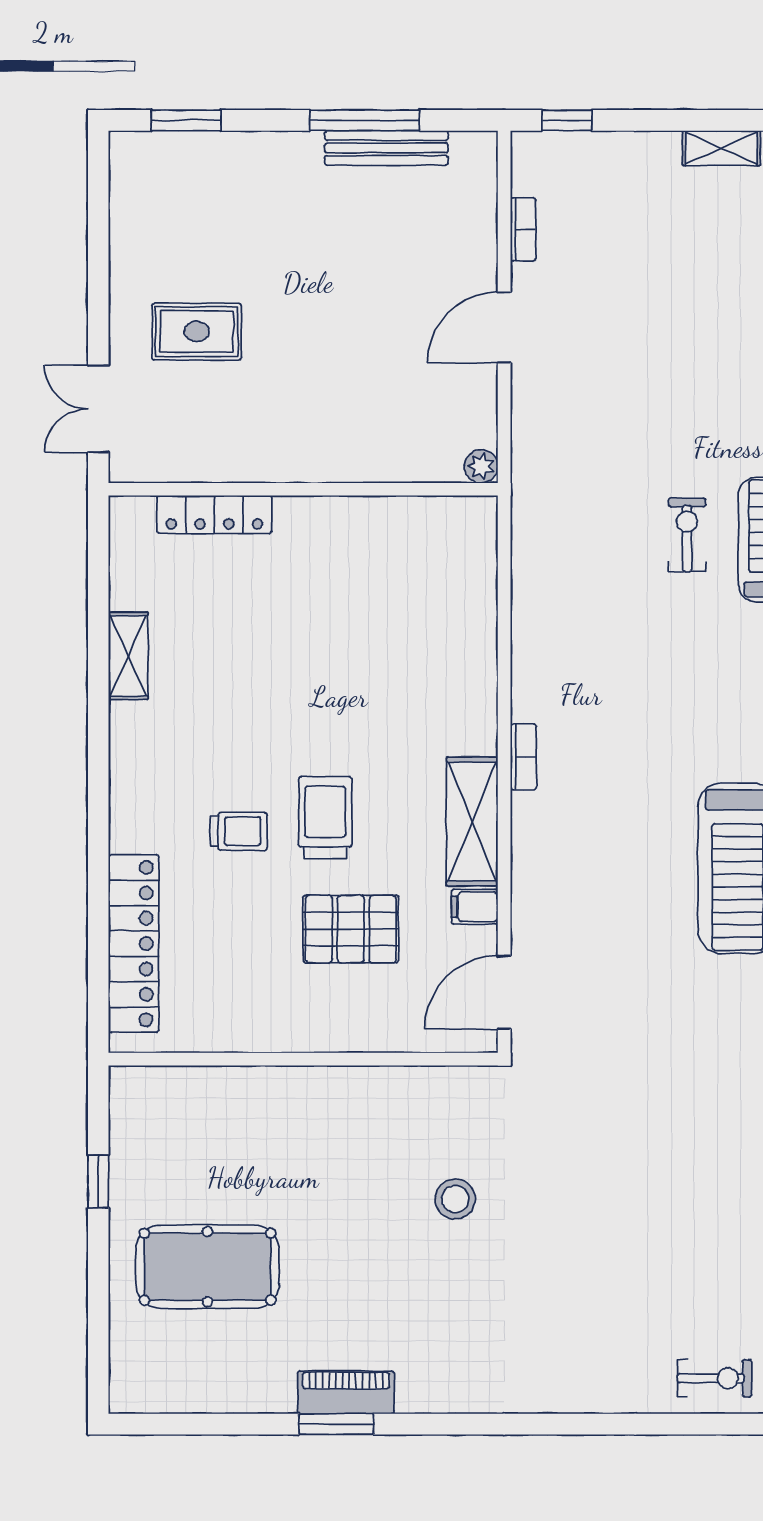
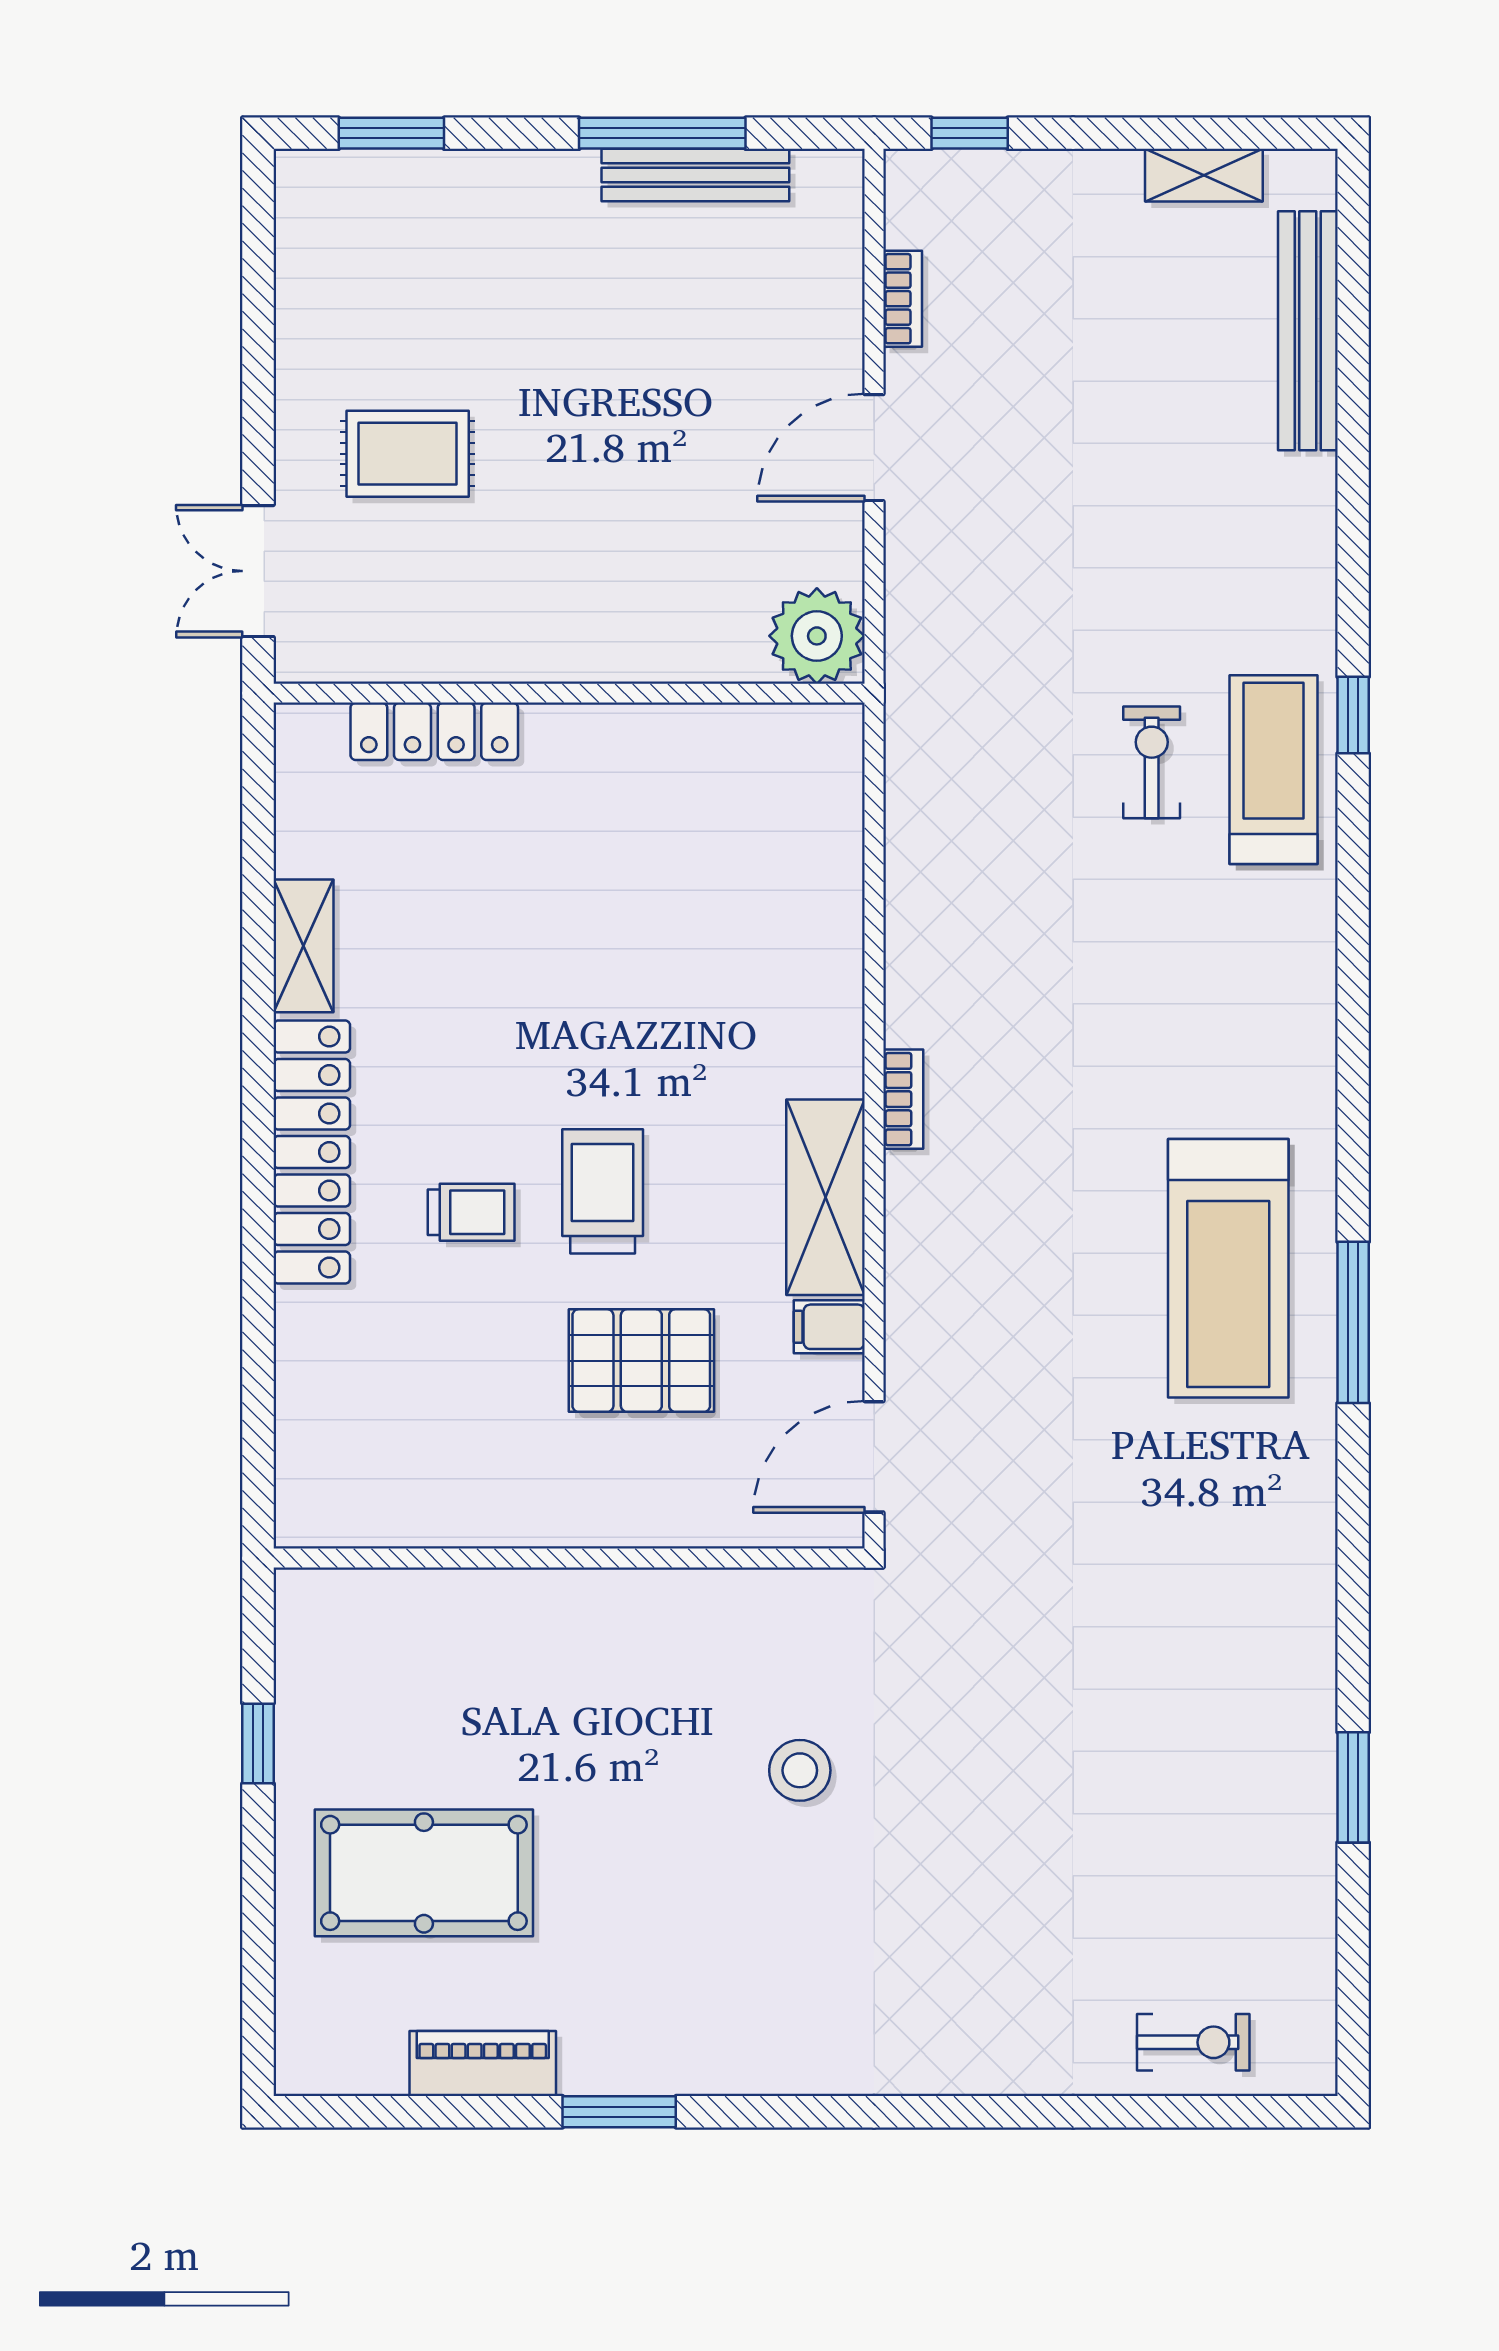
plant: (481, 466) -> (817, 636), width x1.88, depth x1.88
locker: (134, 944) -> (312, 1152), moved
piano: (346, 1392) -> (483, 2063), moved

